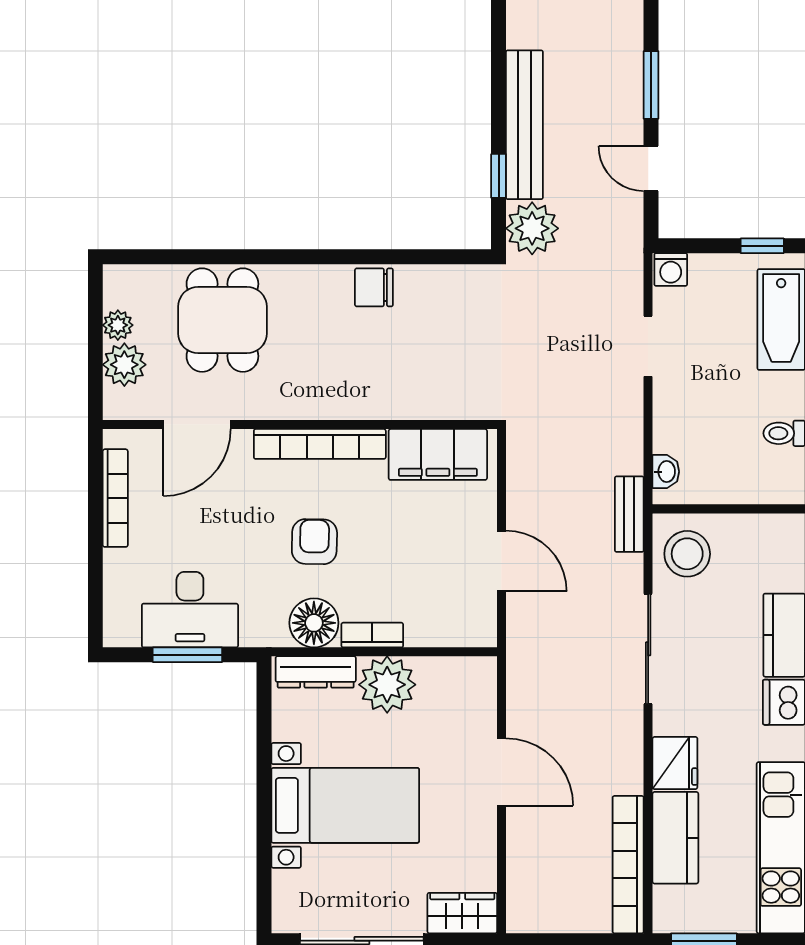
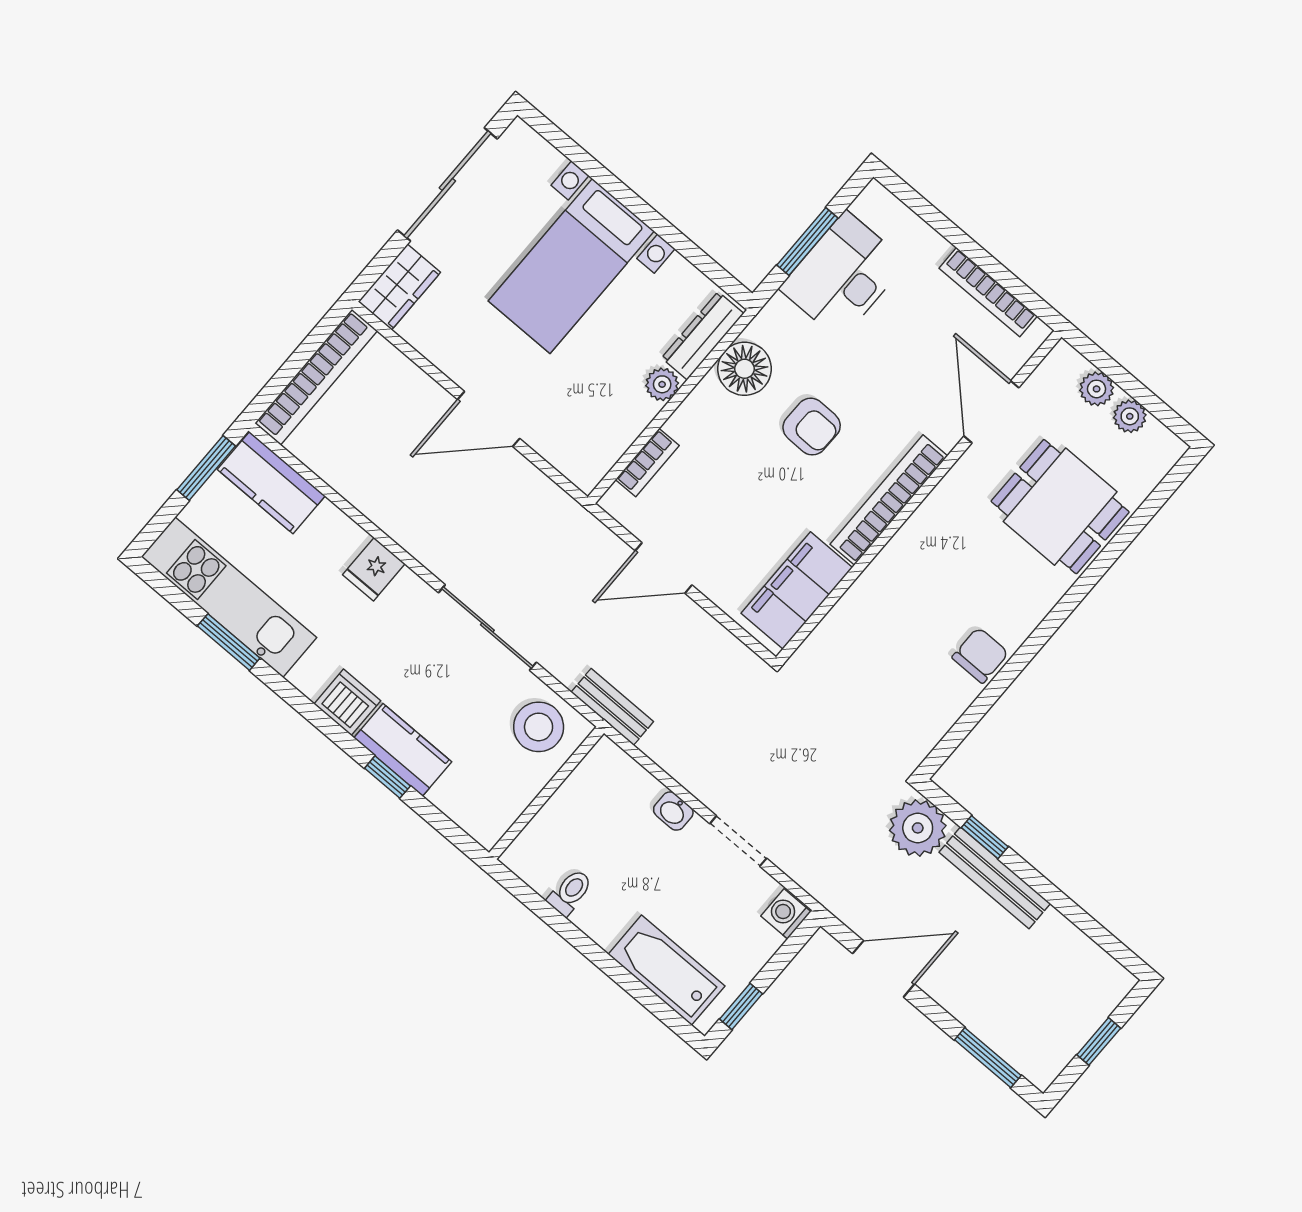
window: (651, 85) -> (988, 1058), moved
bench: (524, 125) -> (995, 878), width x0.73, depth x0.82
door: (651, 168) -> (883, 969), width x1.37
plant: (124, 365) -> (1097, 389), width x0.73, depth x0.73
washbasin: (666, 472) -> (673, 811), moved
bookcase: (372, 635) -> (647, 463), moved
plant: (387, 685) -> (662, 384), width x0.53, depth x0.53
fridge: (675, 763) -> (374, 569), width x0.72
kitchen counter: (675, 838) -> (271, 483), moved
bookcase: (628, 865) -> (316, 377), moved, turned 90

